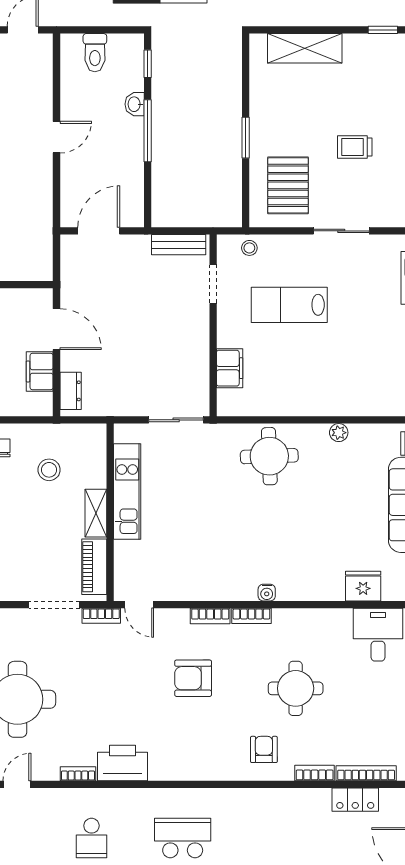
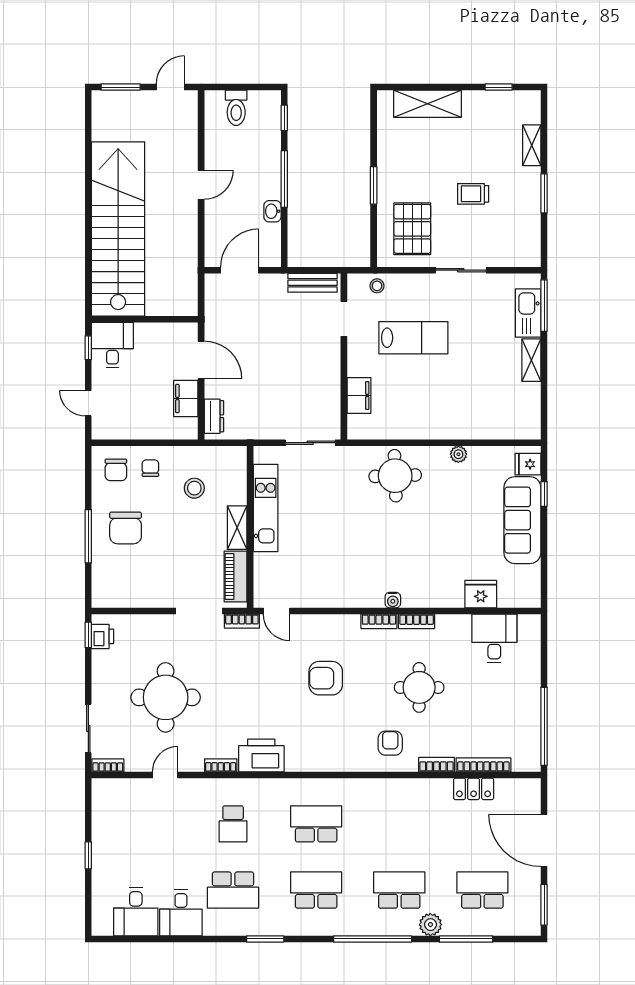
washbasin: (135, 104) -> (272, 211), moved
lab bench: (289, 305) -> (413, 338), turned 180
bookcase: (210, 616) -> (417, 621), moved

